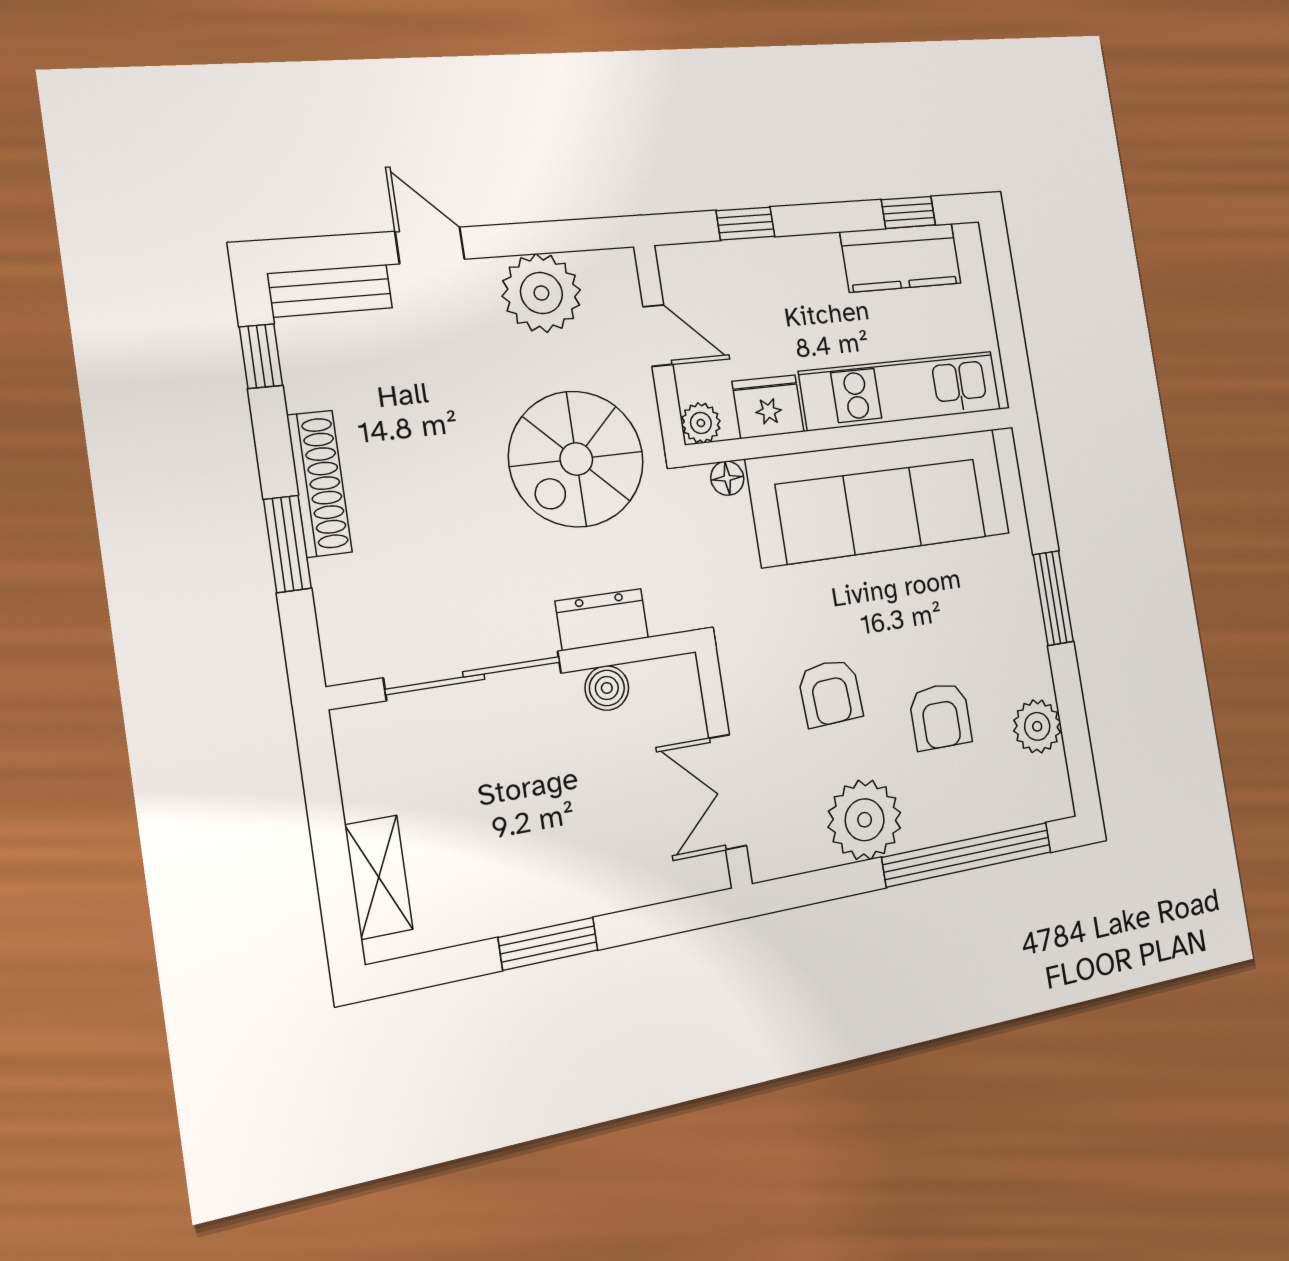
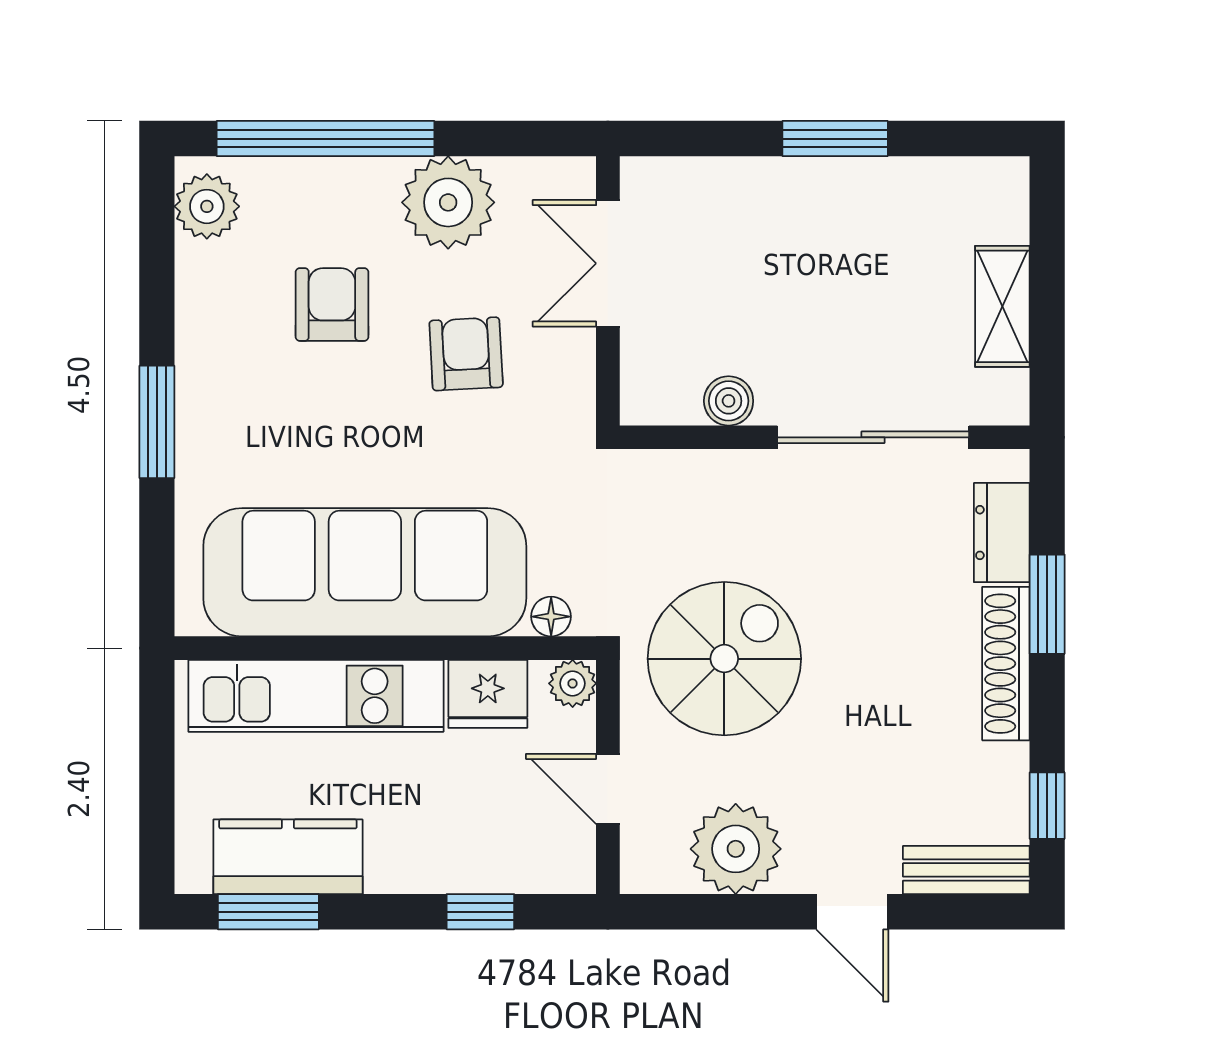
window: (908, 212) -> (268, 912), width x1.50
dresser: (602, 619) -> (1002, 533), moved, turned 90
plant: (1037, 726) -> (207, 206), moved
double door: (728, 792) -> (608, 263), swing flipped
shelving: (379, 877) -> (1002, 306), moved

